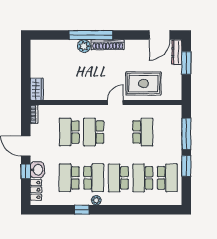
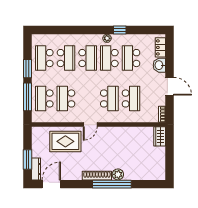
school desk: (167, 132) -> (44, 98), added
window: (26, 171) -> (169, 64), removed
school desk: (69, 178) -> (131, 58), turned 180

